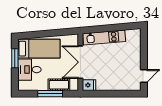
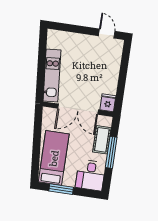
desk: (29, 70) -> (90, 175), moved

